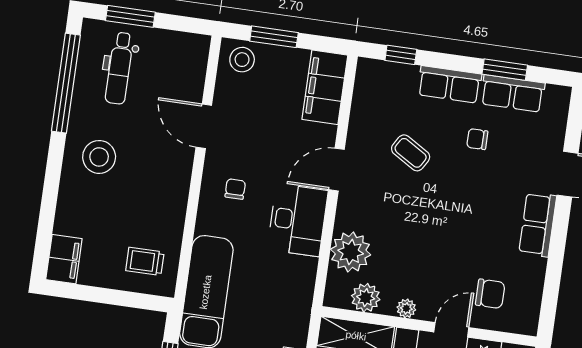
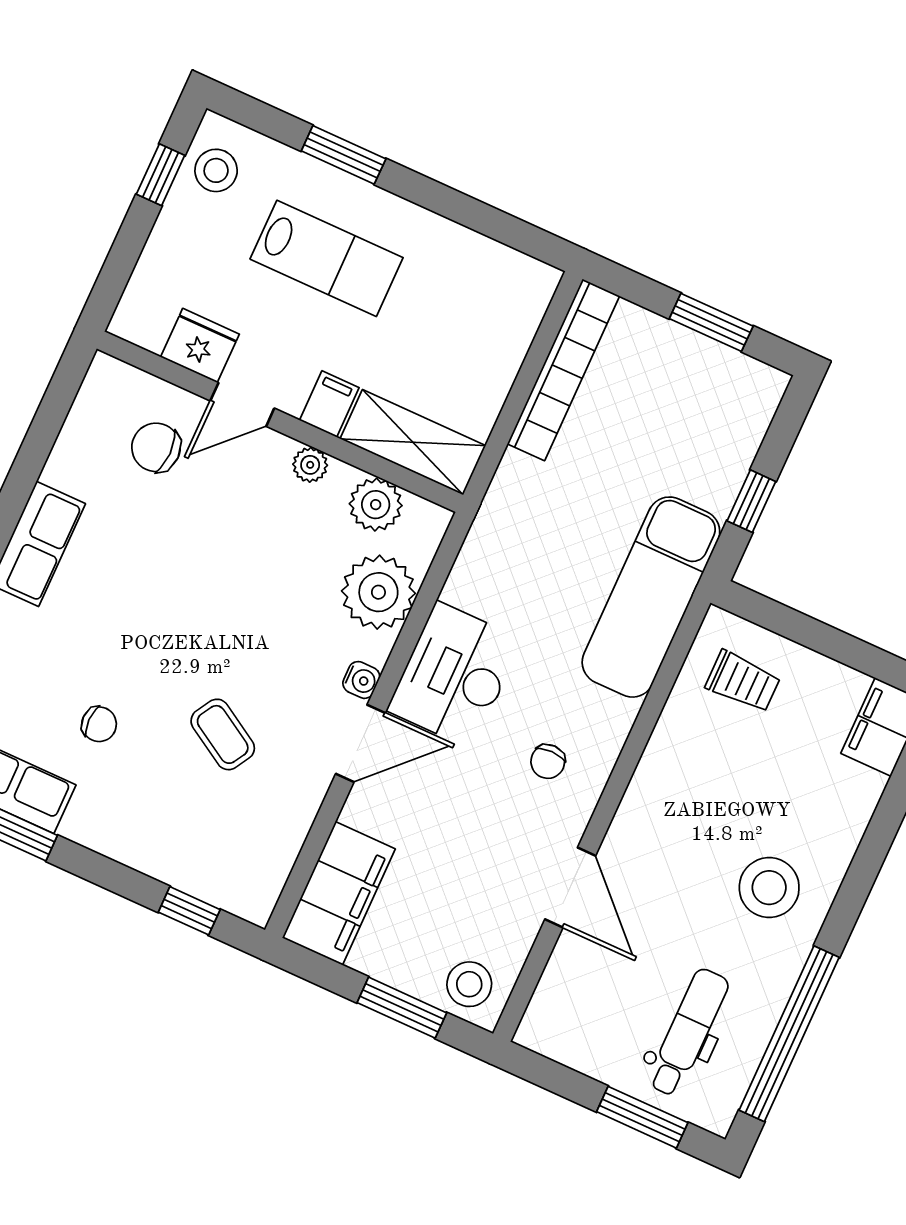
row of seats: (450, 84) -> (119, 834), removed
water cooler: (346, 203) -> (361, 680), added

